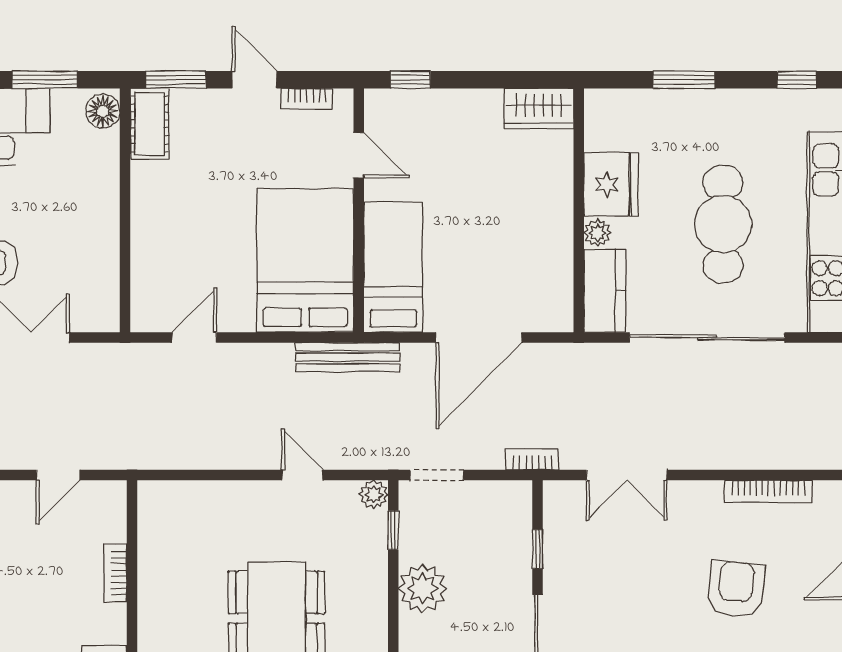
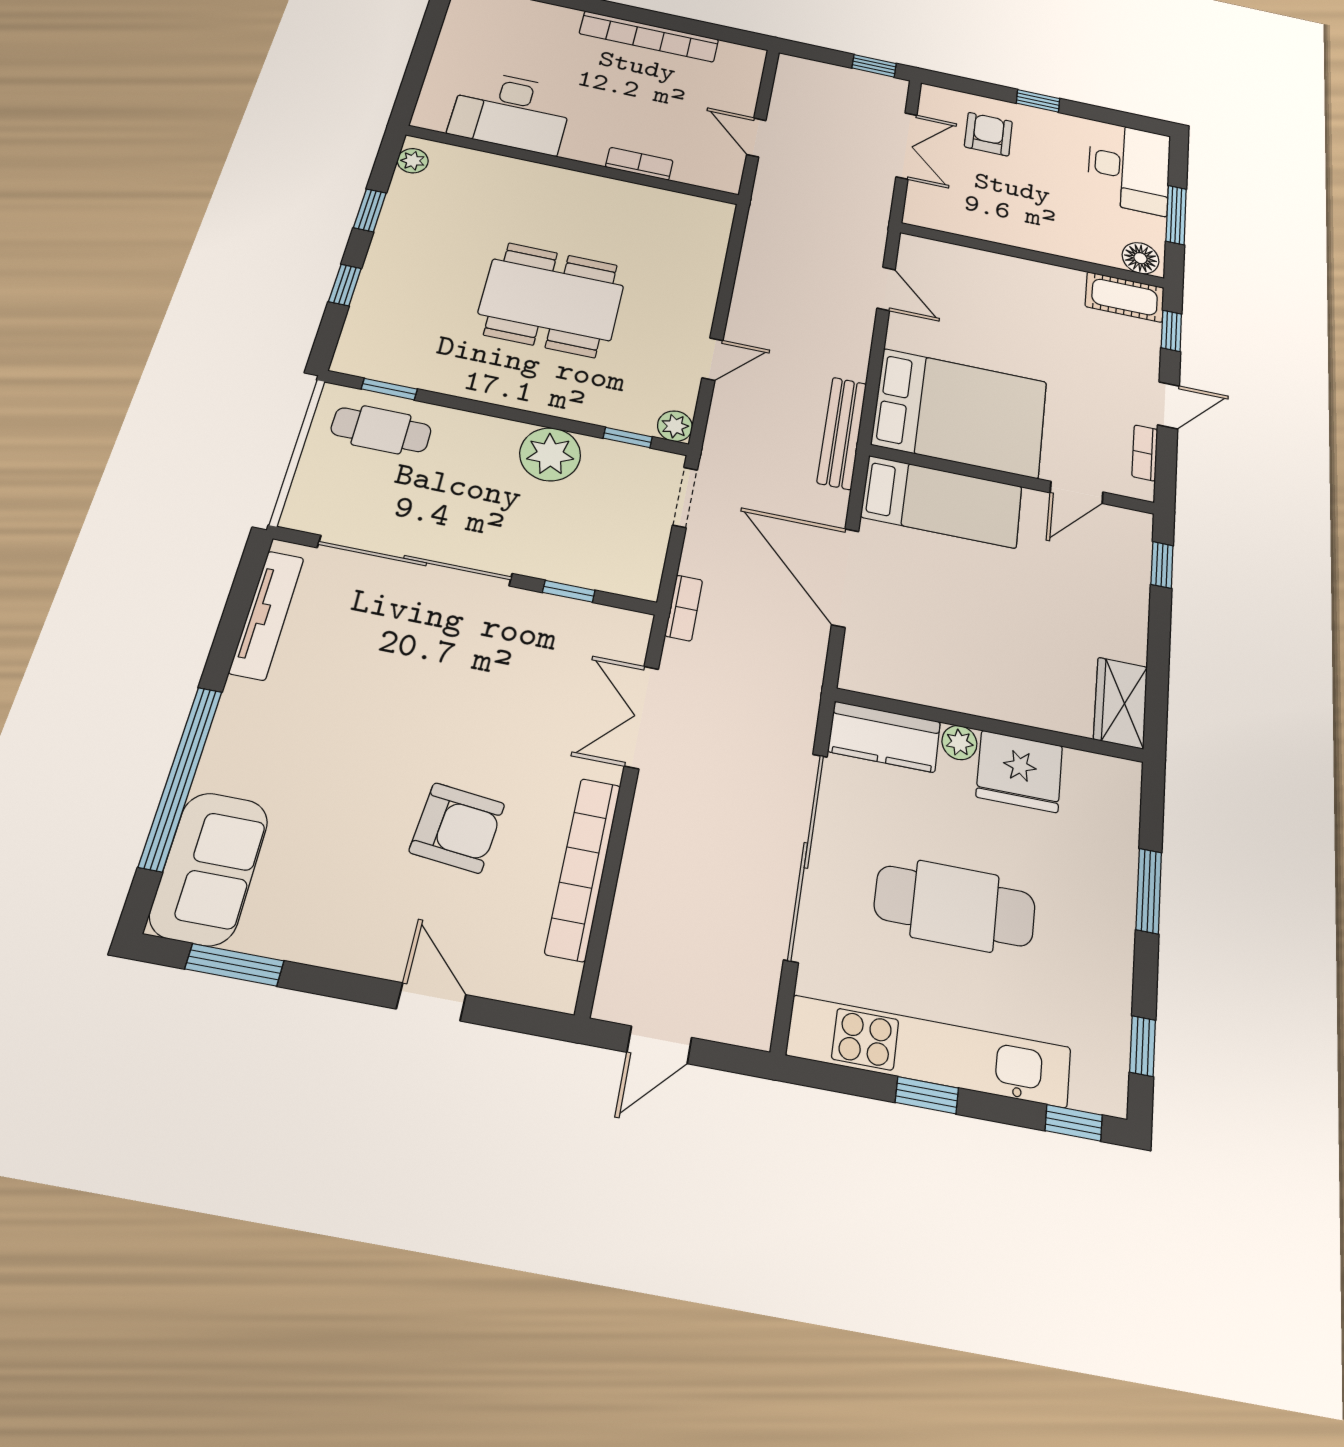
window: (176, 80) -> (1171, 331), width x0.67
bookcase: (768, 491) -> (583, 868), width x1.48, depth x1.31

